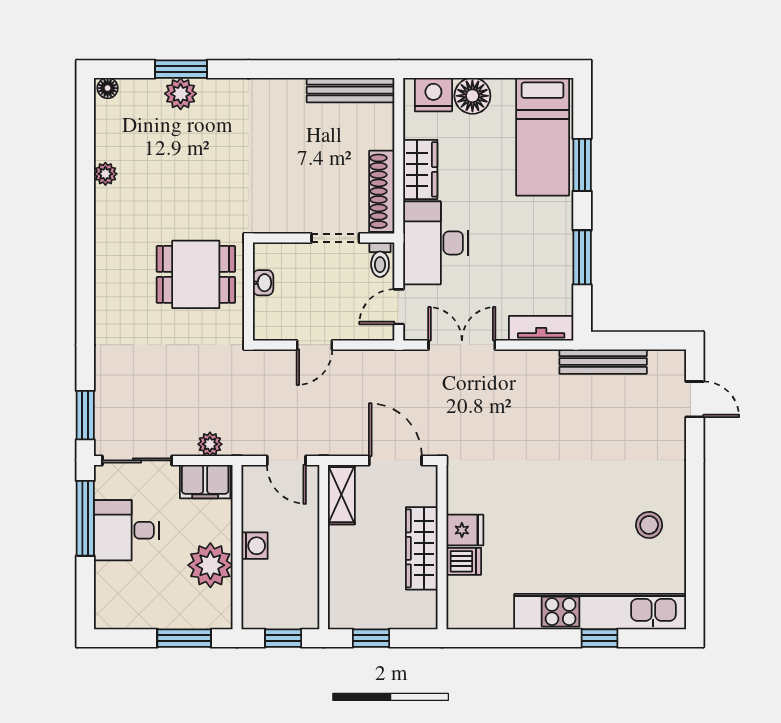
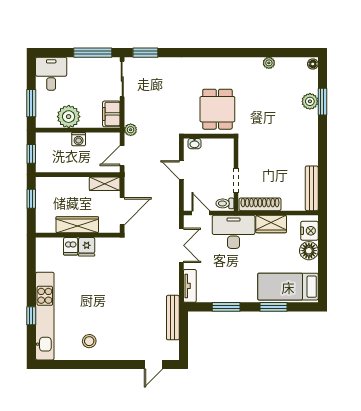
washbasin: (263, 283) -> (195, 144), moved
plant: (210, 444) -> (131, 130), moved
desk: (126, 530) -> (51, 74), moved

